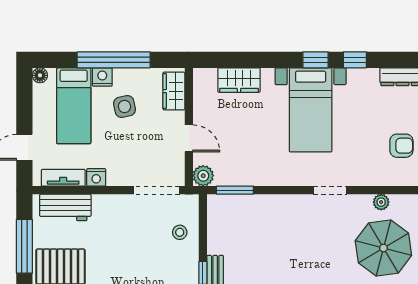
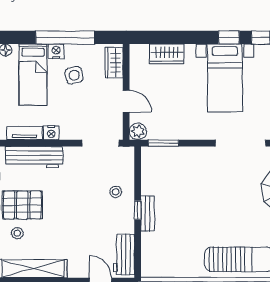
doorway: (330, 190) -> (241, 143), width x1.88
workbench: (65, 207) -> (34, 157), width x1.38
stool: (180, 232) -> (116, 192), moved

